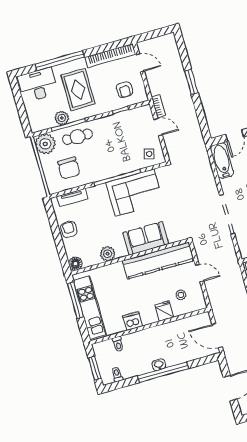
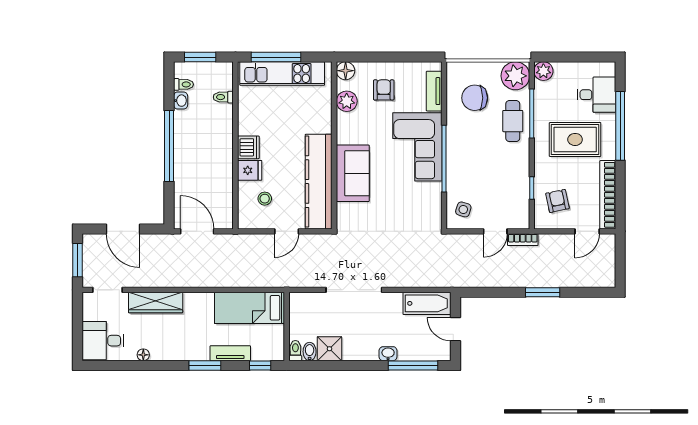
desk: (38, 85) -> (596, 95), width x0.73
armchair: (125, 90) -> (557, 201), turned 78
plant: (62, 118) -> (543, 71), moved
corner sofa: (135, 193) -> (417, 147), moved
armchair: (69, 229) -> (384, 90), moved, turned -90
plant: (108, 254) -> (347, 101), moved
window: (75, 300) -> (276, 57), moved
dishwasher: (133, 321) -> (248, 147), moved
door: (217, 336) -> (197, 231), hinge flipped
washbasin: (159, 365) -> (181, 101), moved

